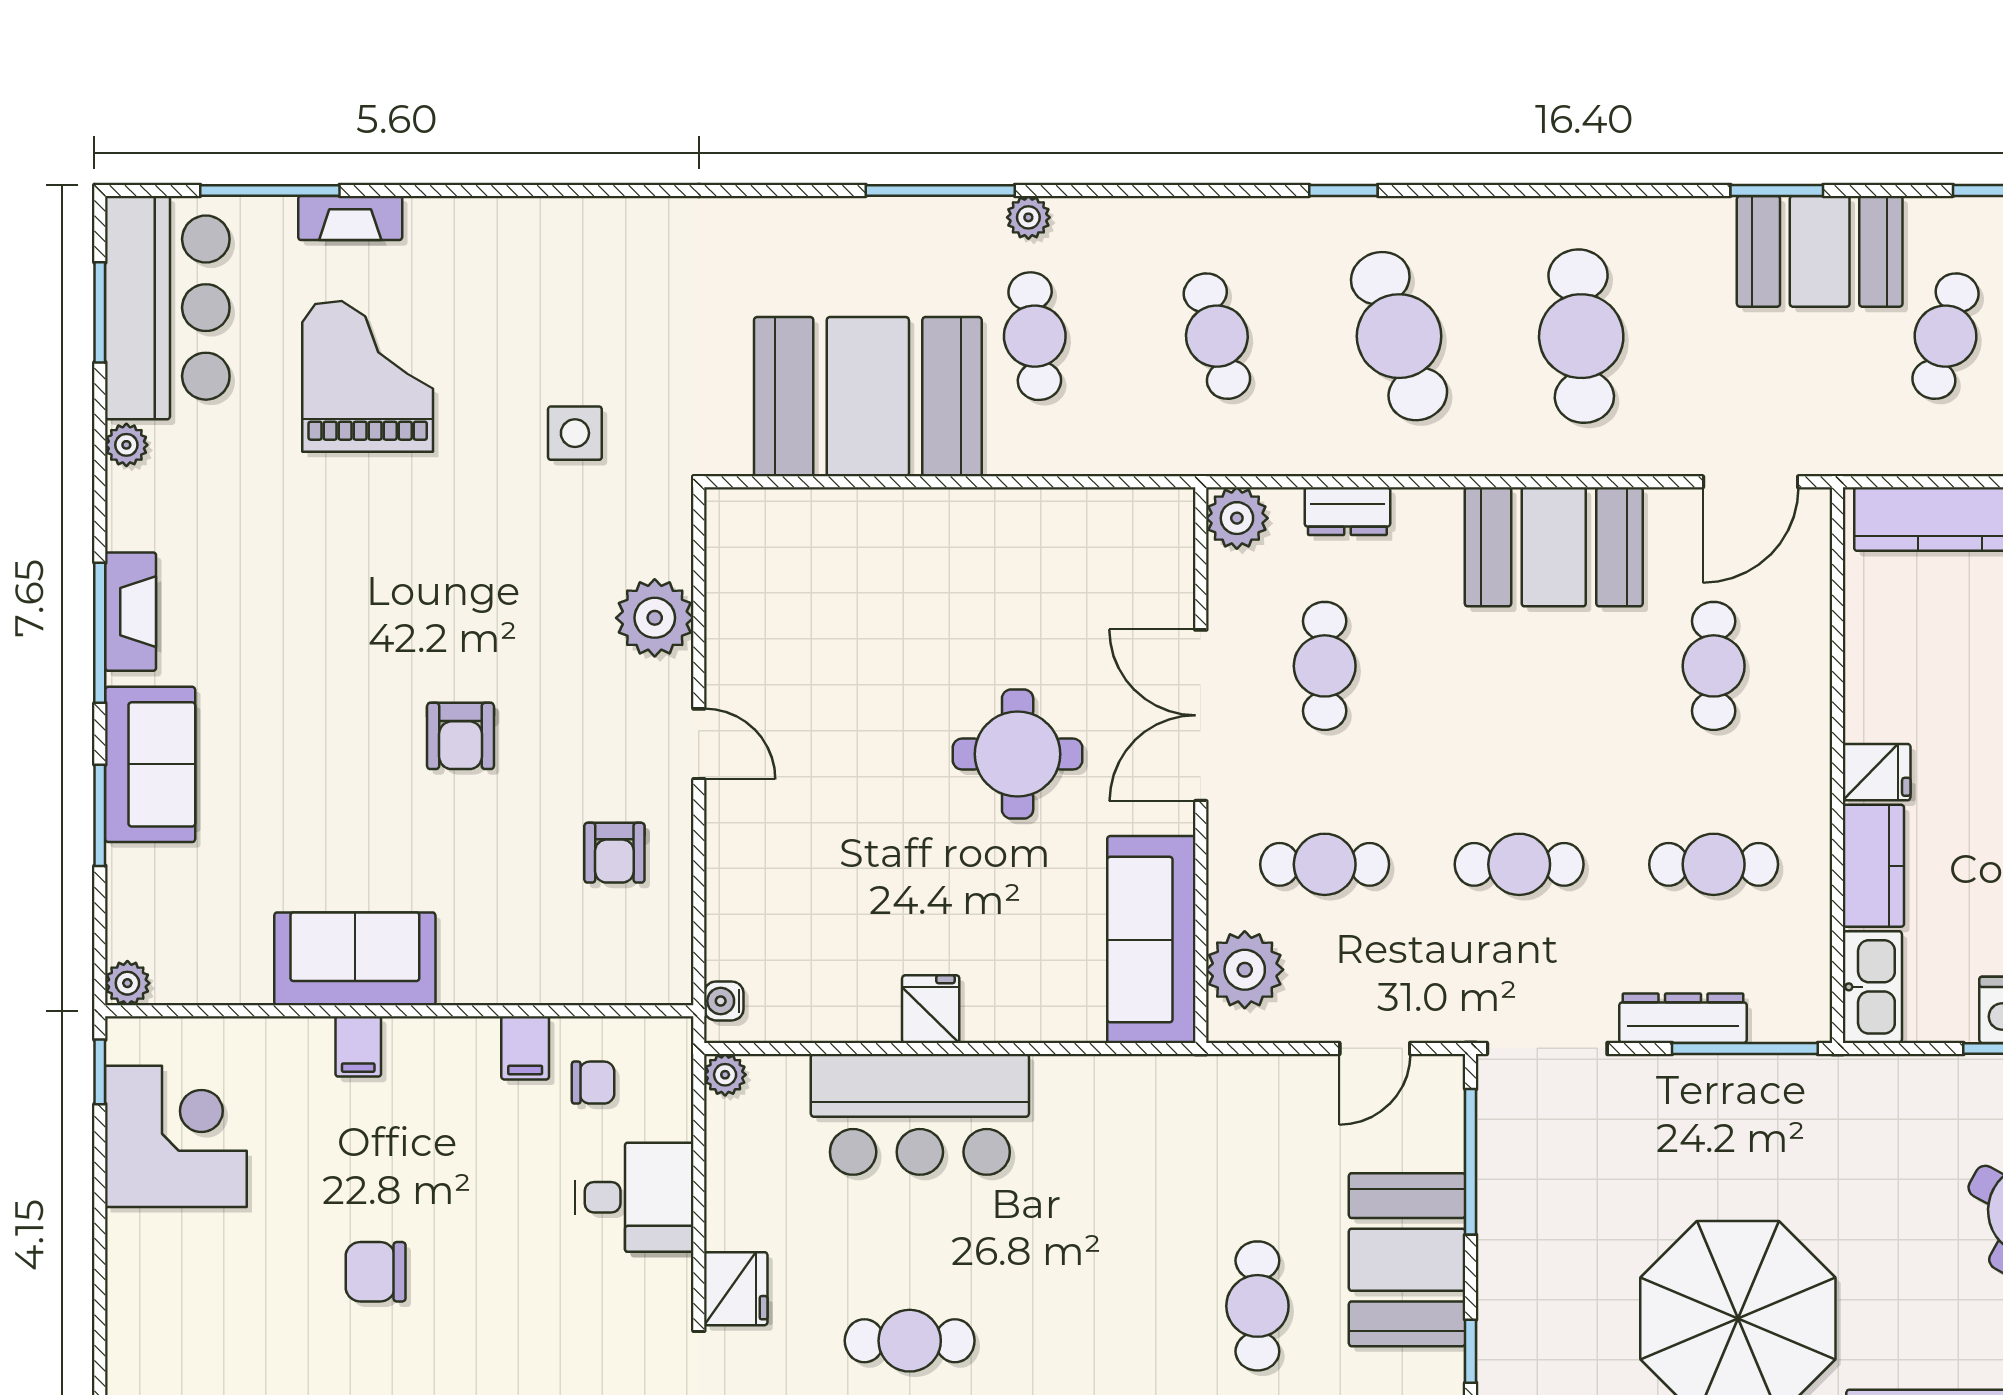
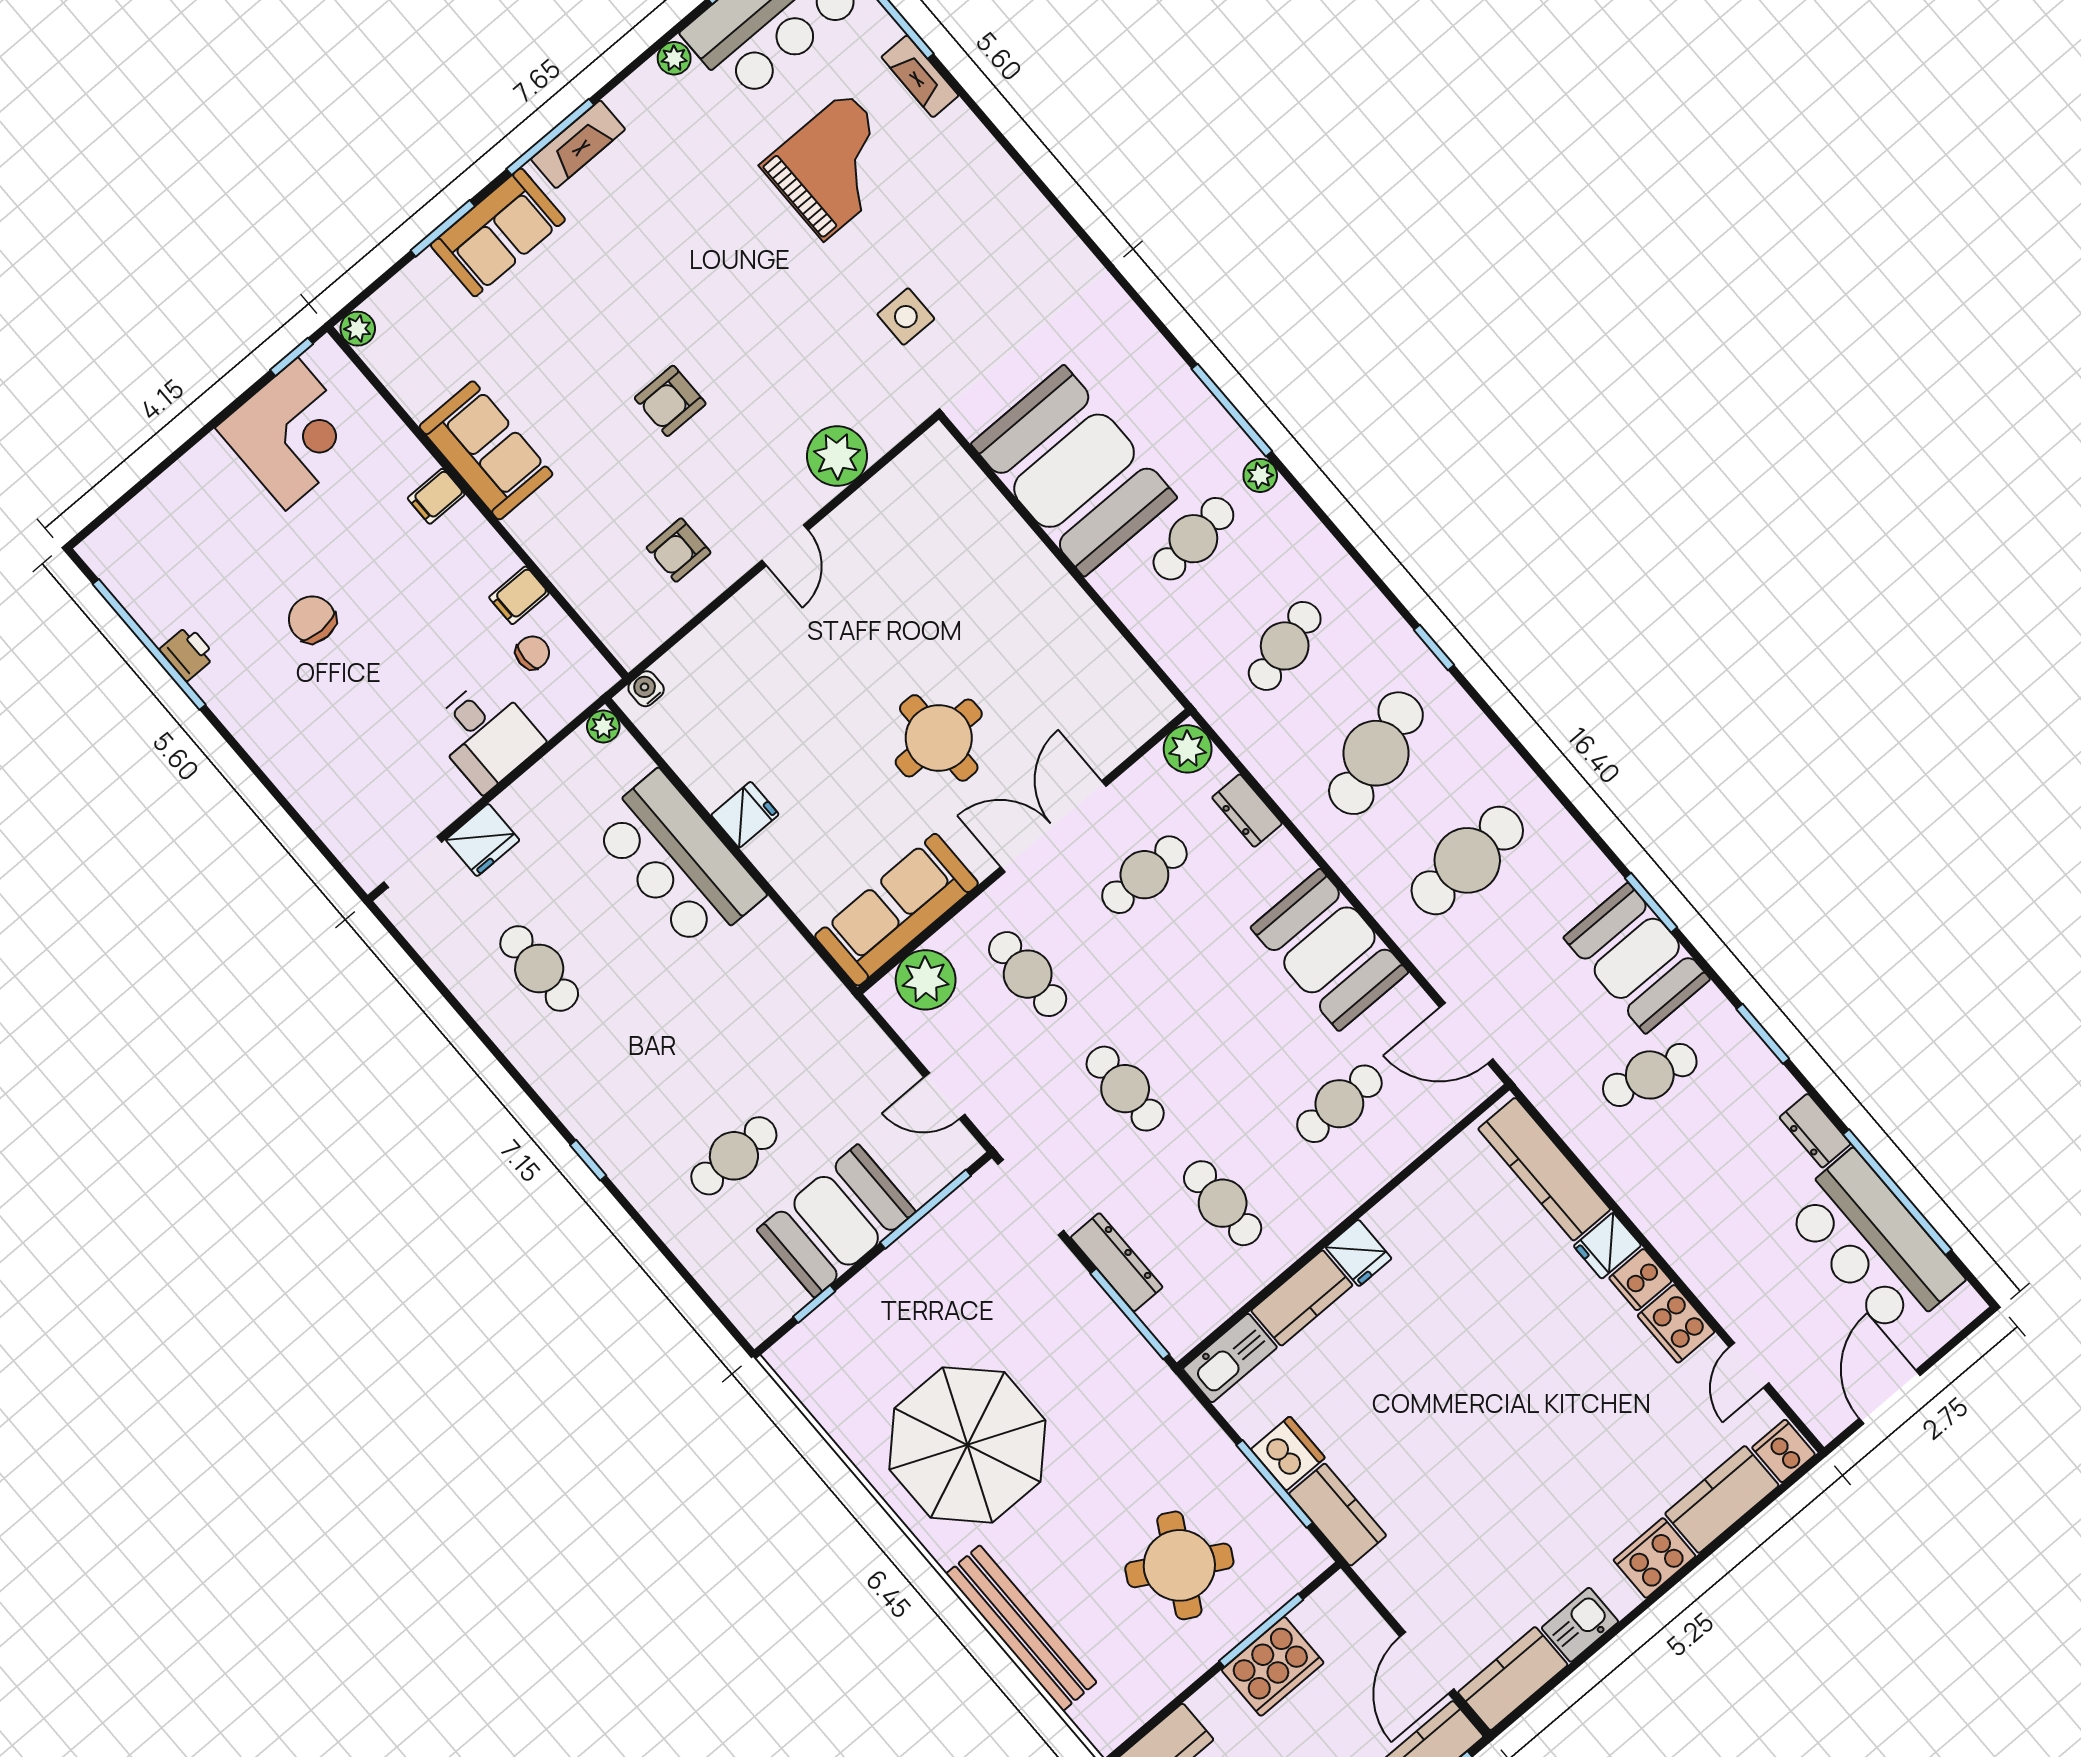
chair: (593, 1083) -> (533, 653), turned -90

